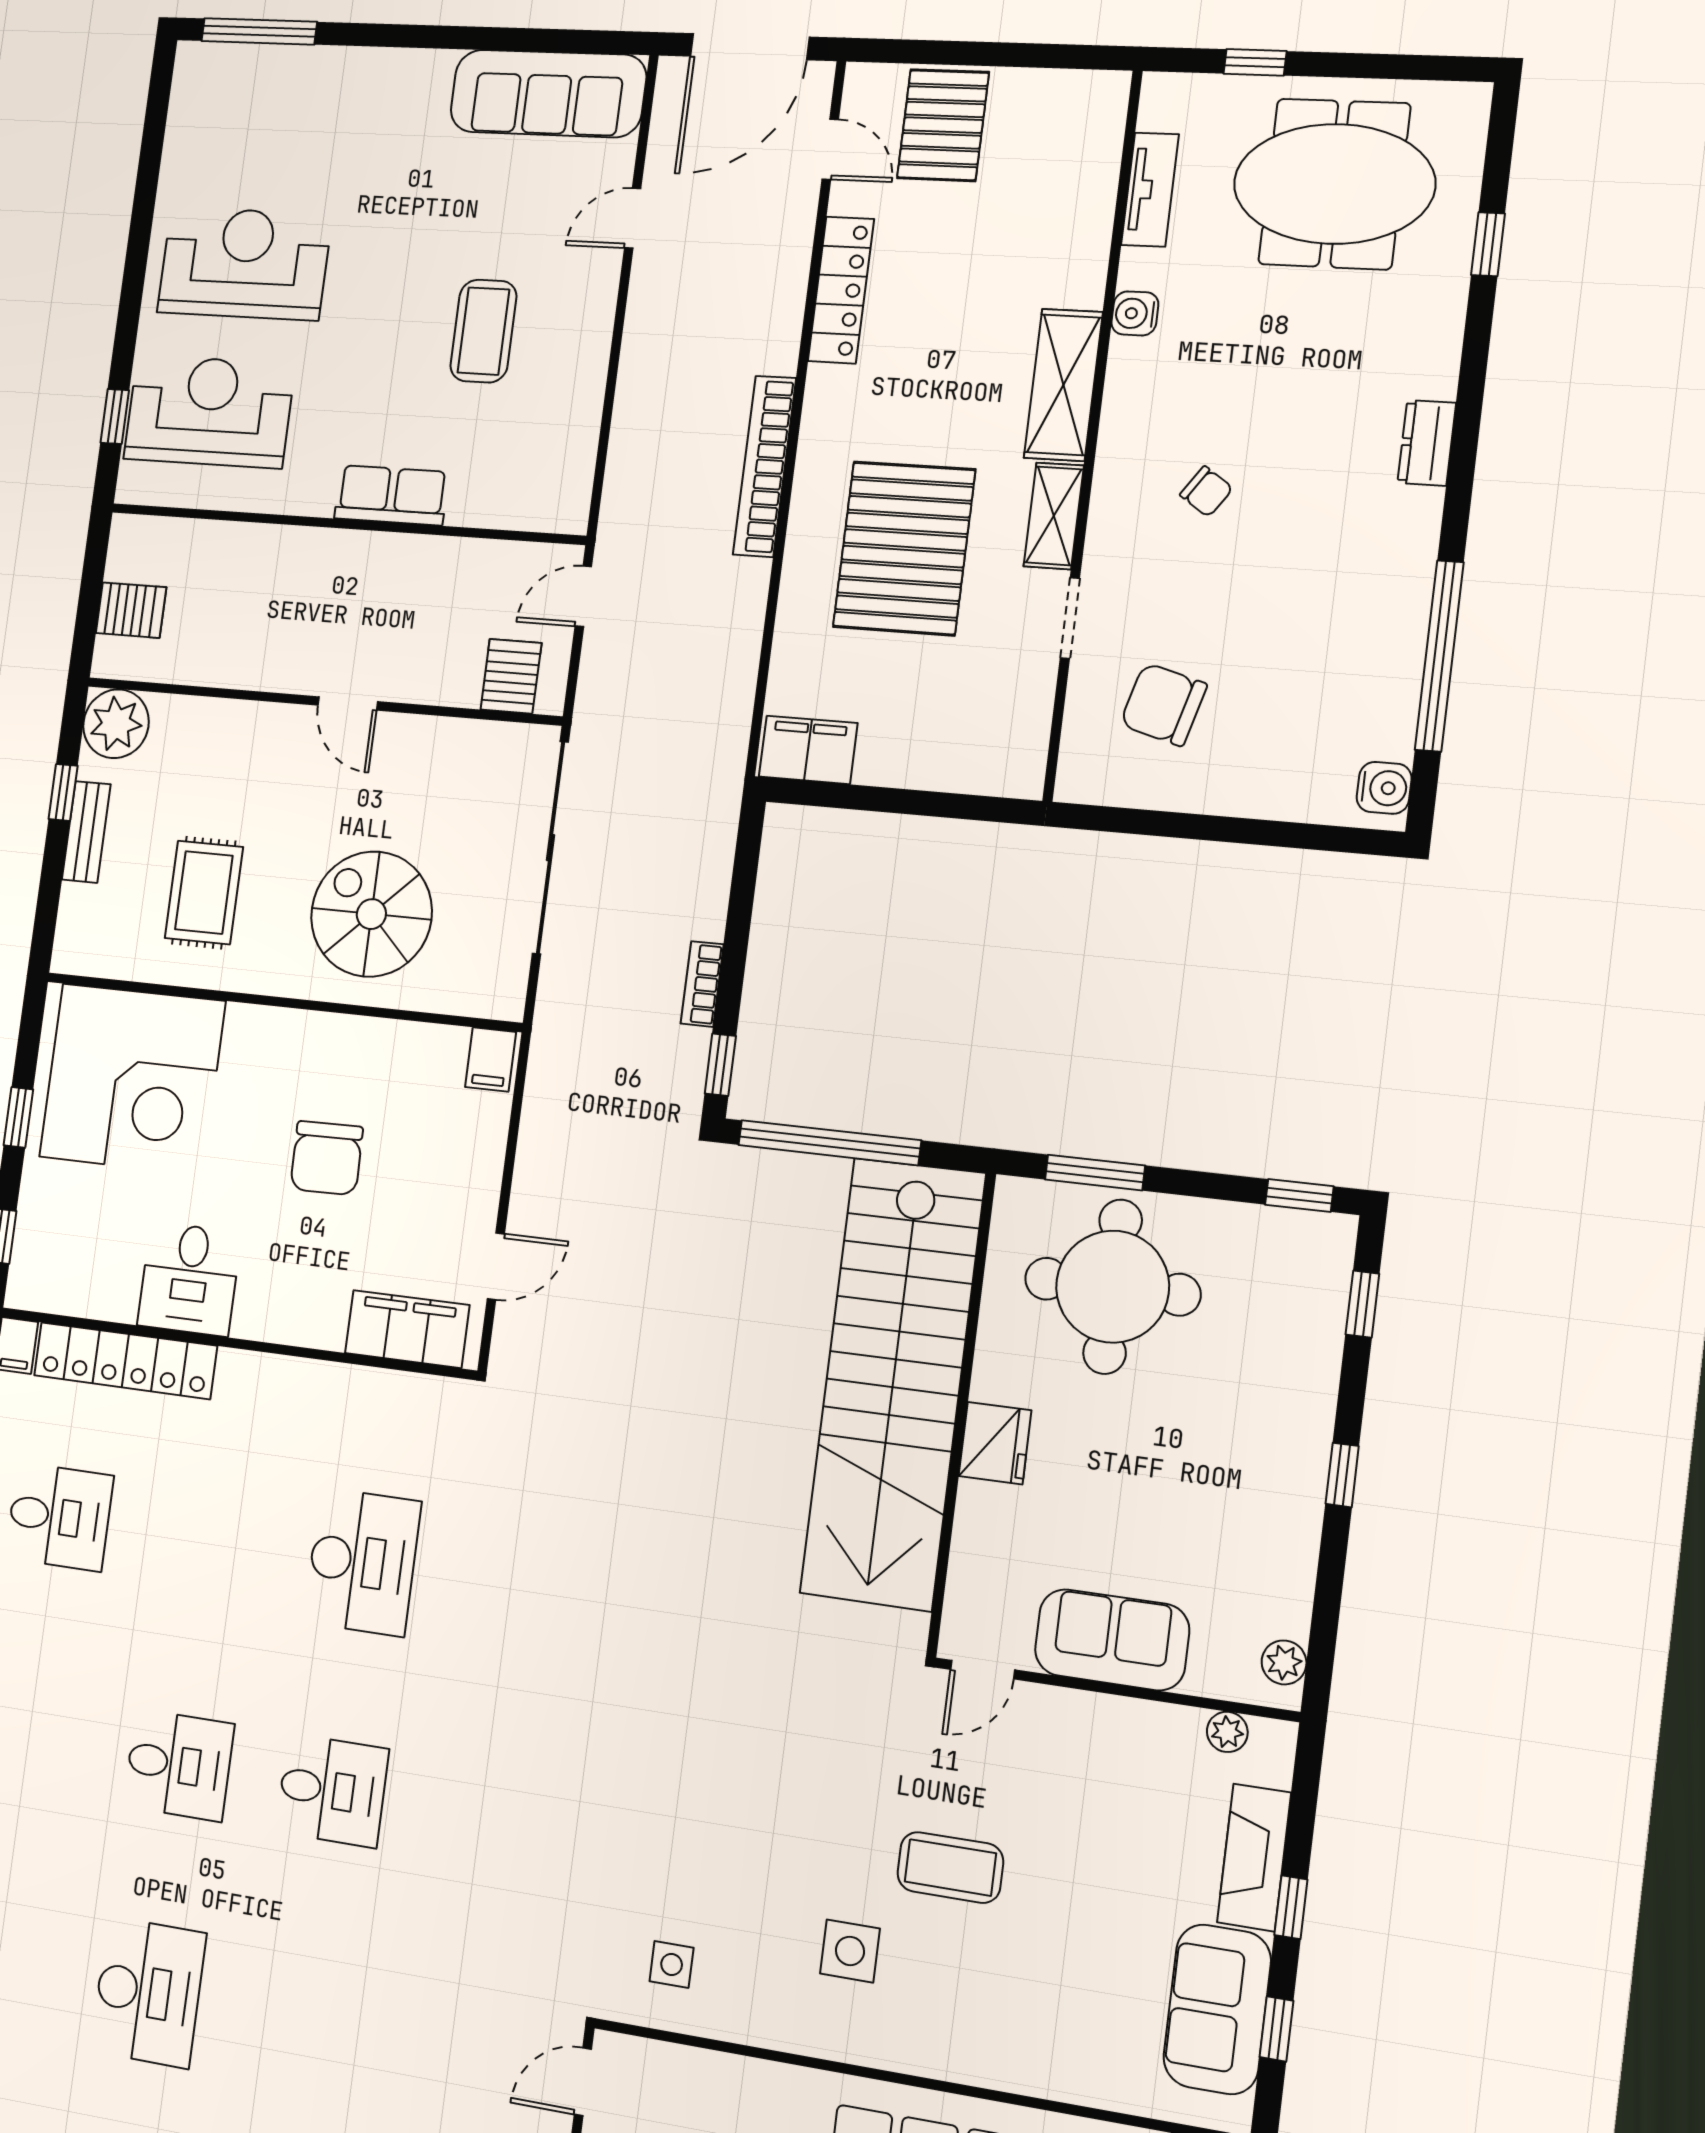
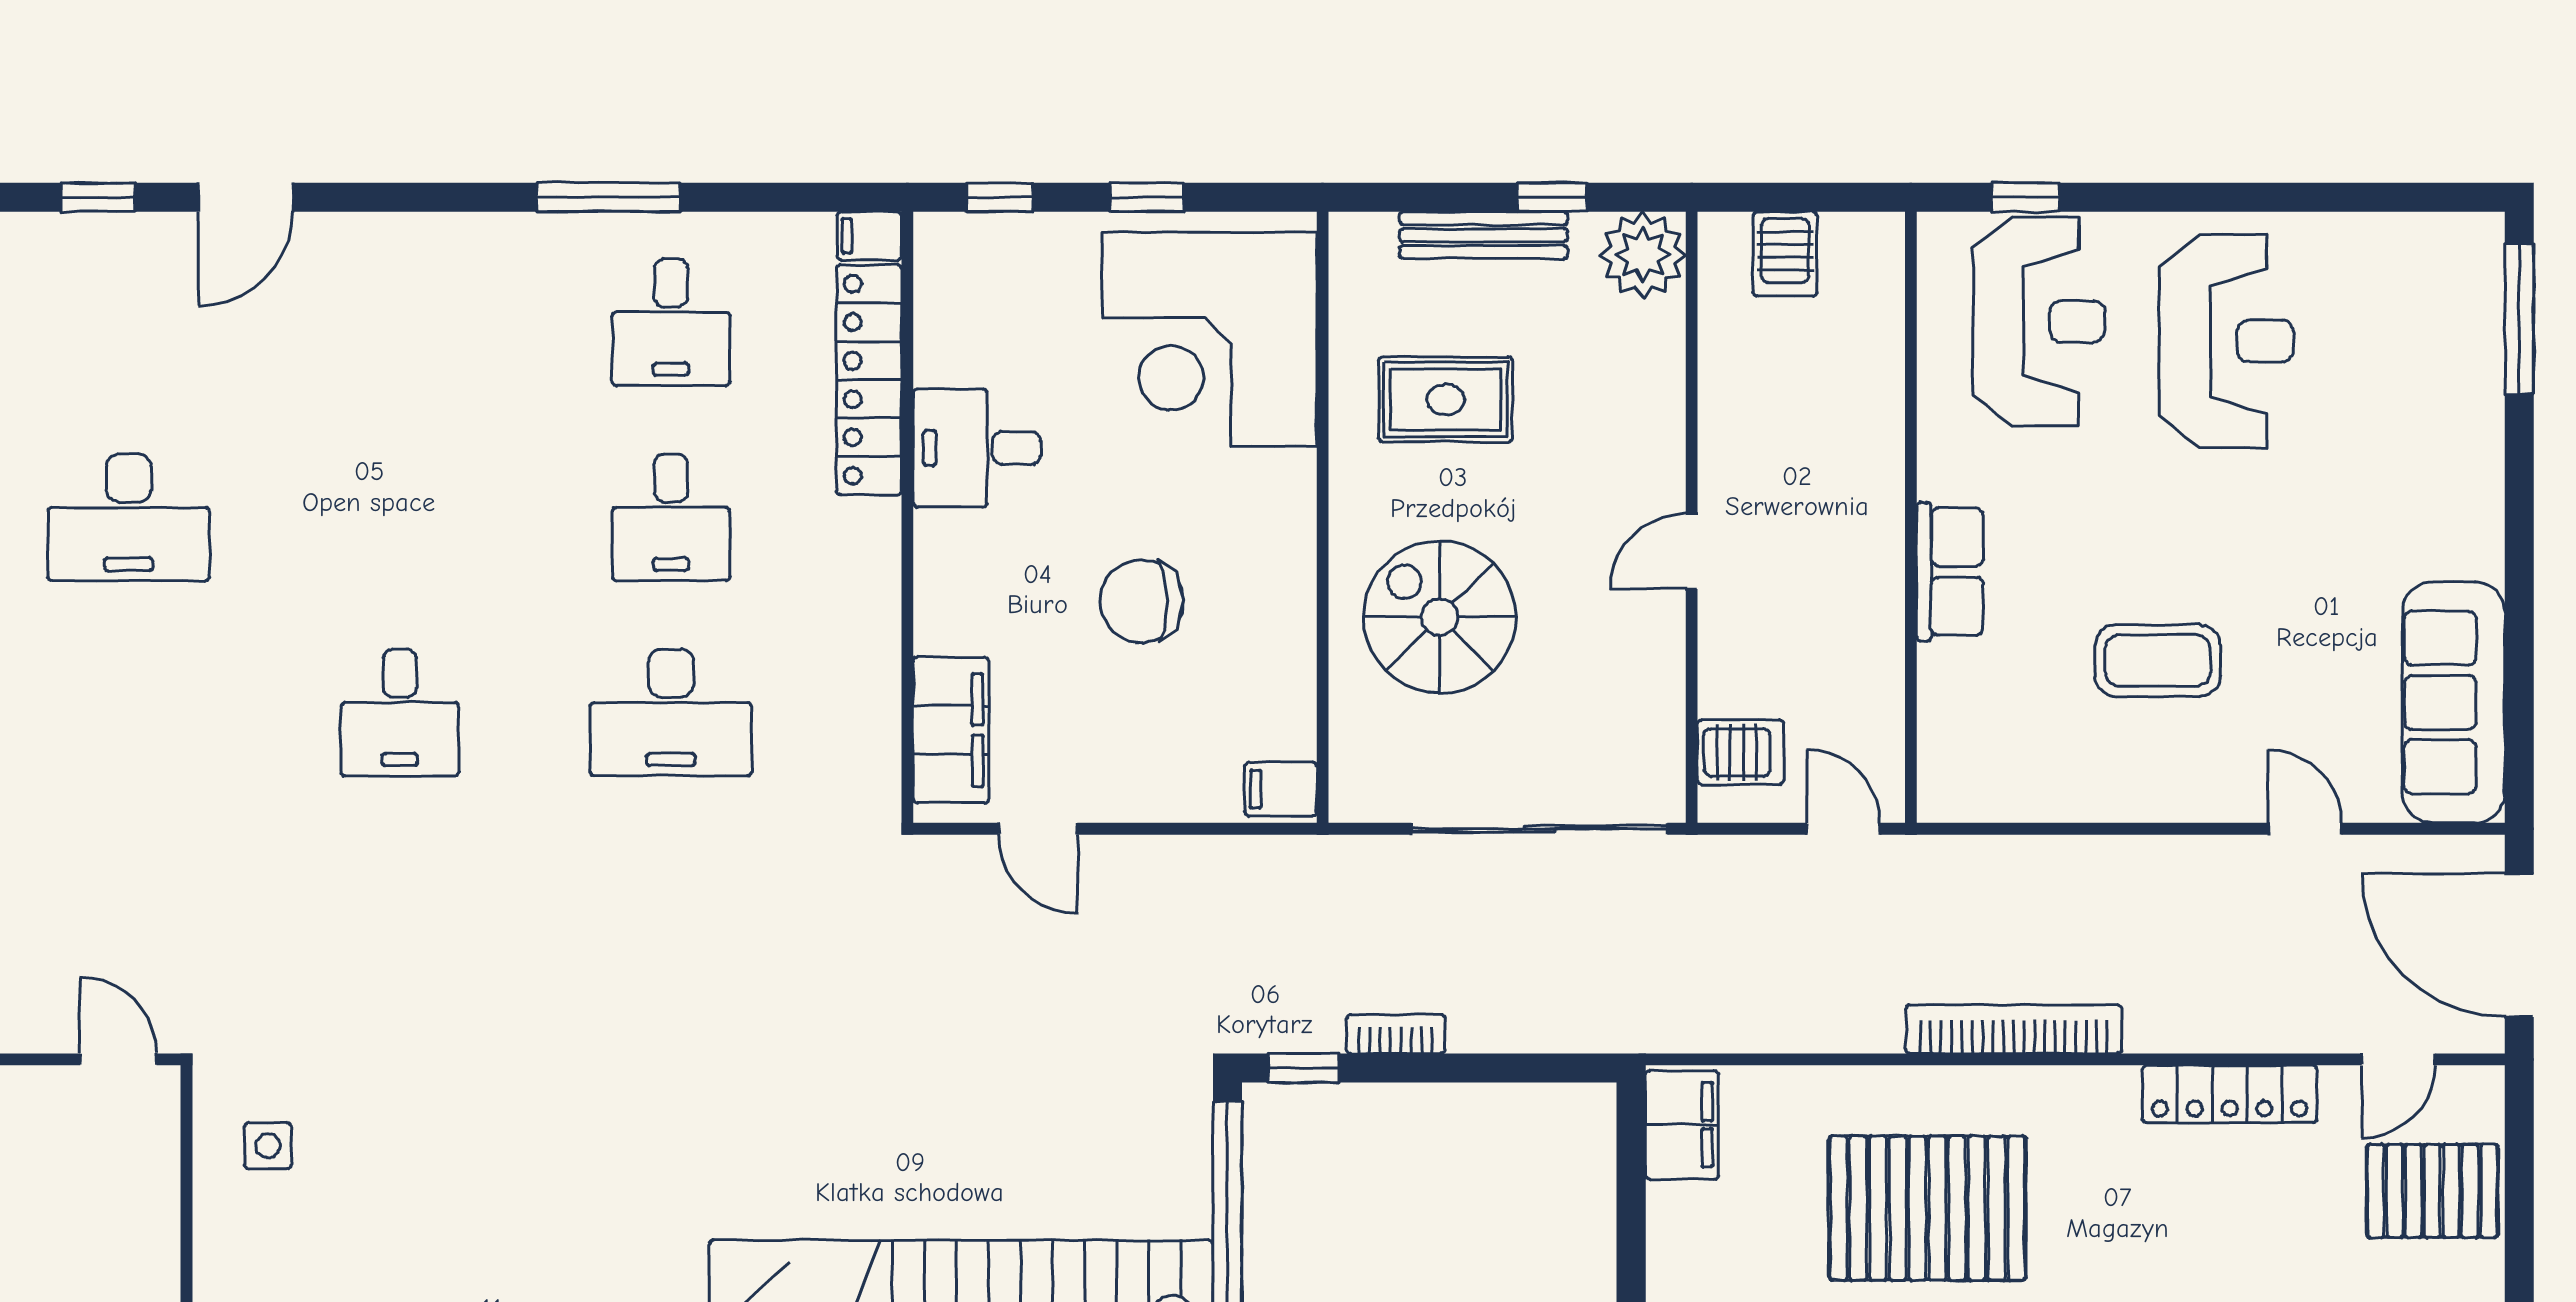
bench: (86, 832) -> (1484, 235), width x1.36
spiral stairs: (371, 914) -> (1440, 617), turned -90
desk: (179, 1765) -> (671, 517), moved

